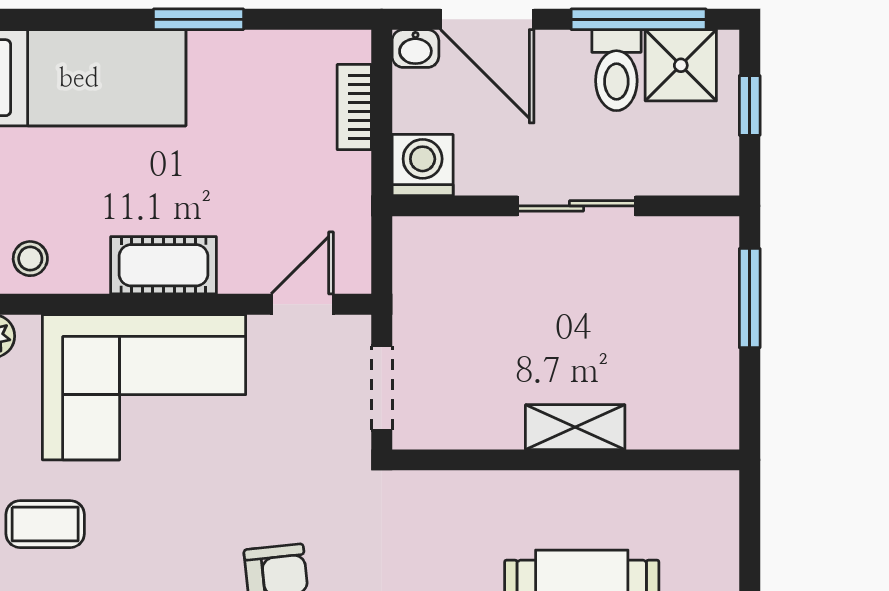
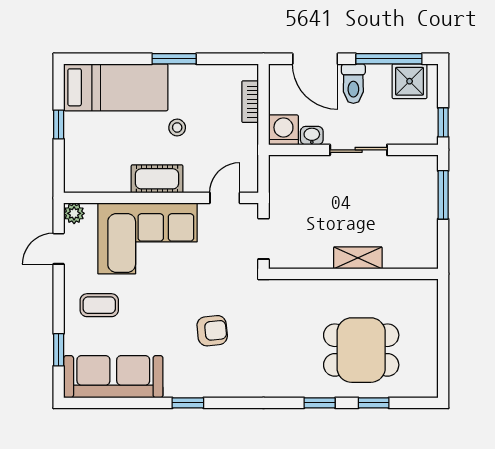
washbasin: (415, 49) -> (312, 136), moved, turned 180
toilet: (616, 70) -> (353, 84), moved
window: (750, 105) -> (443, 122), moved
stool: (30, 259) -> (177, 128), moved

